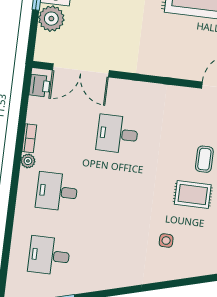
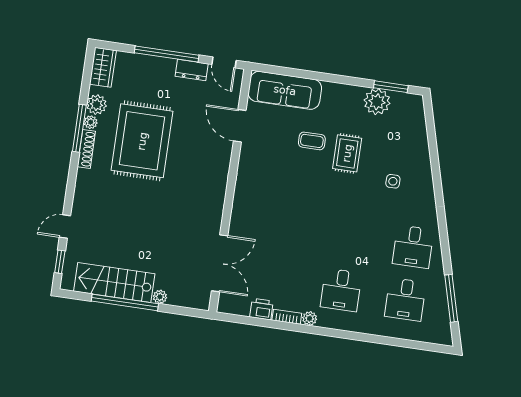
plant: (51, 19) -> (160, 297), width x0.53, depth x0.53
printer: (40, 86) -> (261, 309), moved
desk: (117, 134) -> (413, 247), moved

